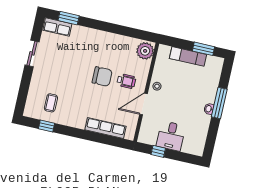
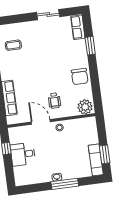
window: (69, 18) -> (90, 46), moved
exam couch: (188, 56) -> (96, 160), moved
chair: (102, 76) -> (80, 77), moved

